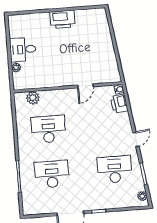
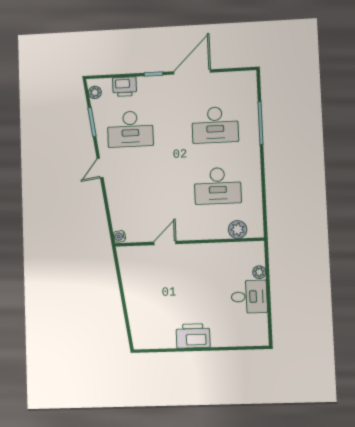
printer: (119, 104) -> (125, 87), moved, turned 98

